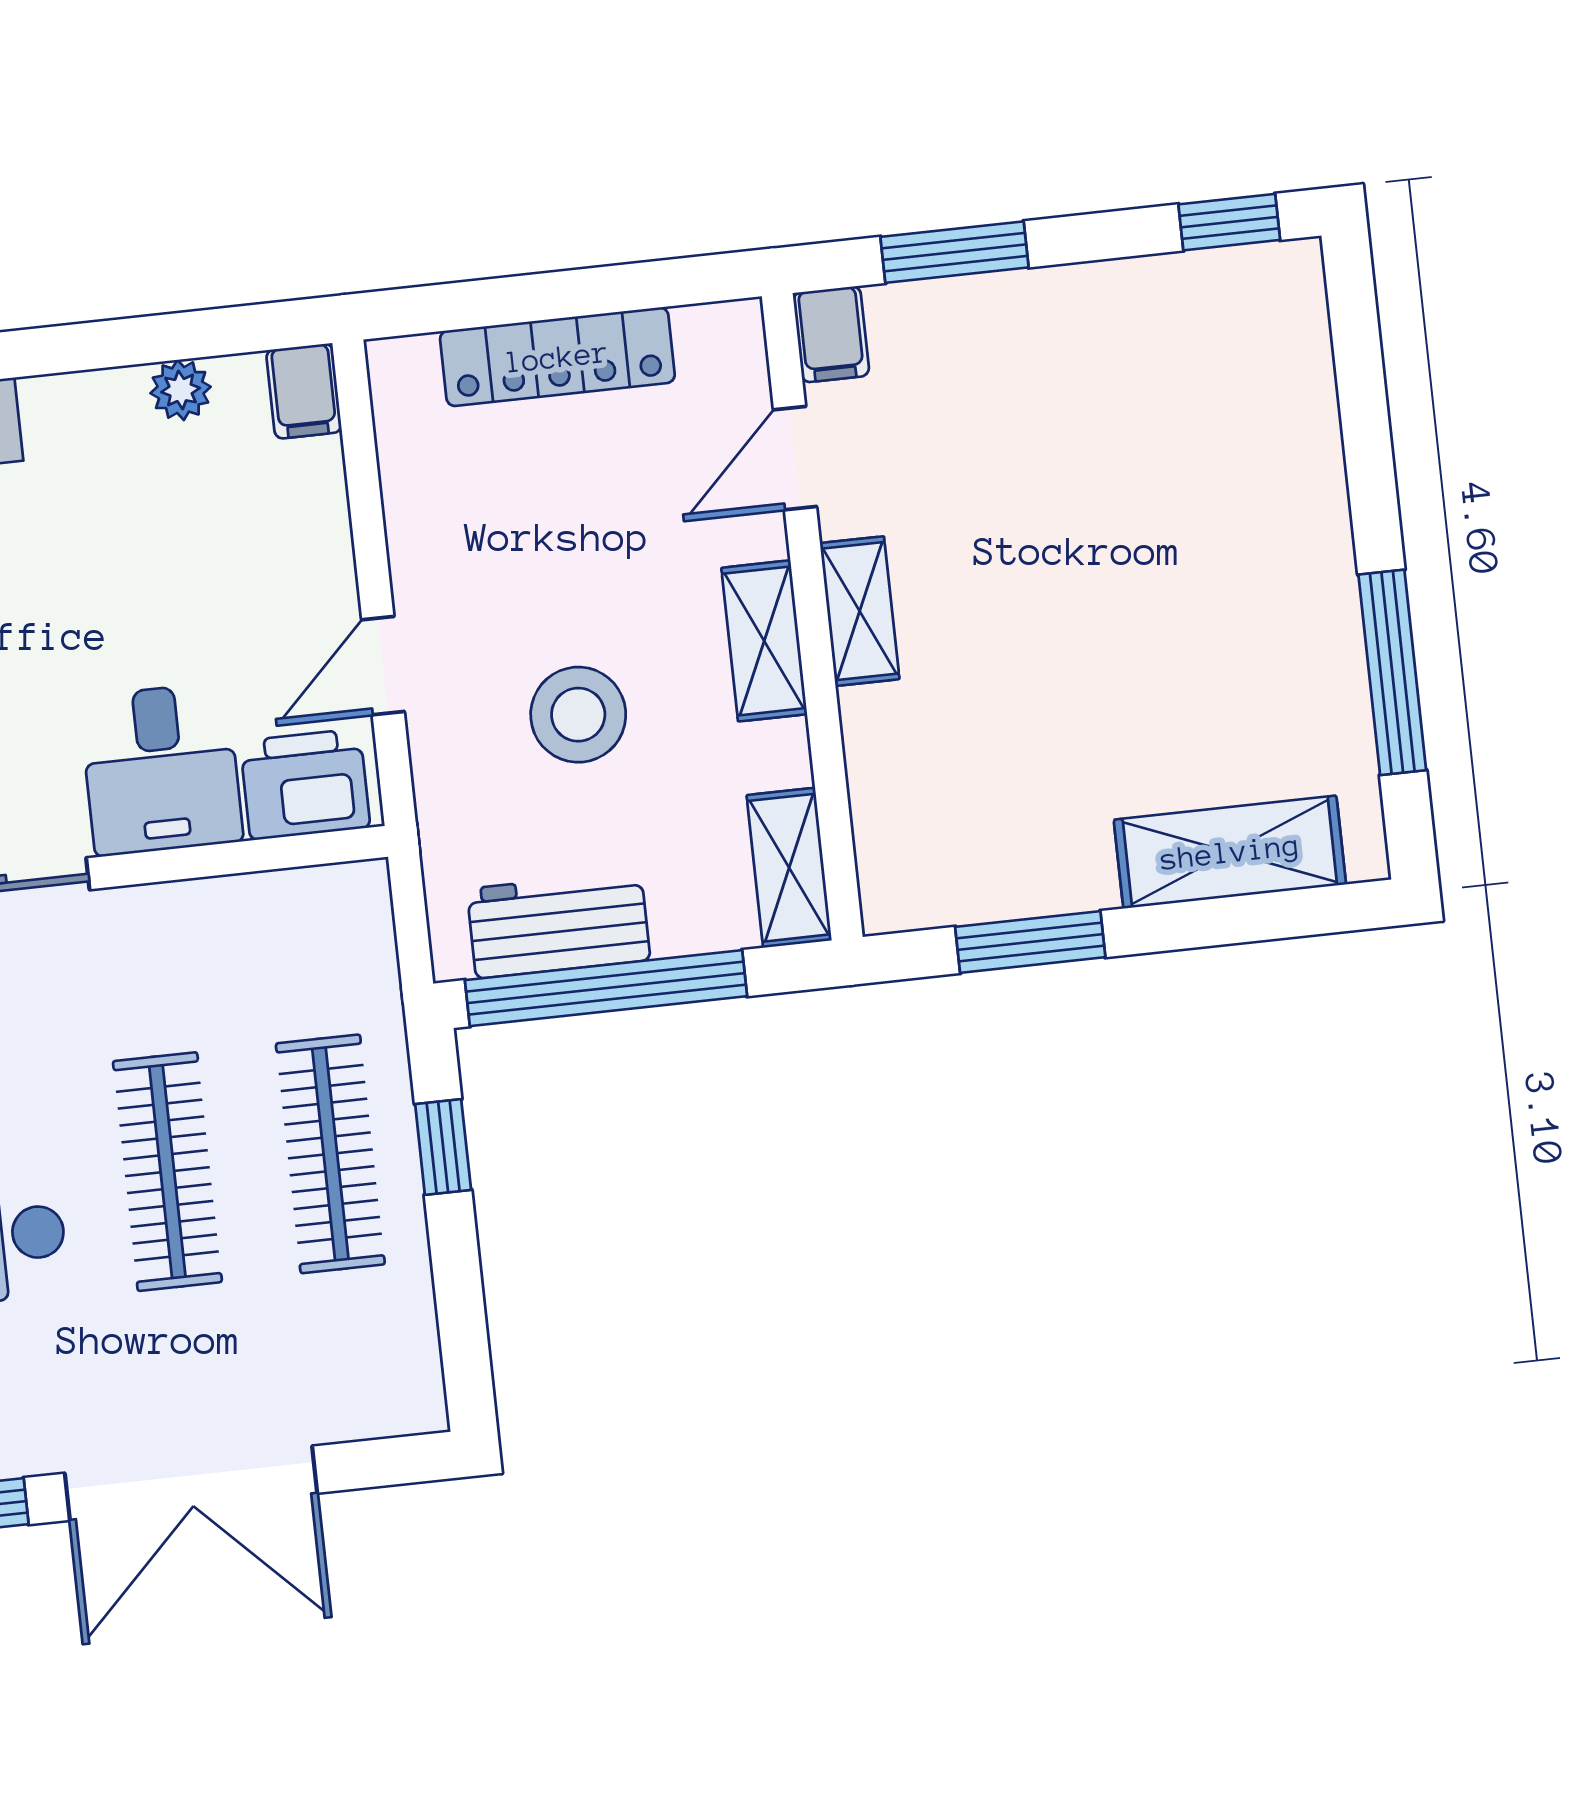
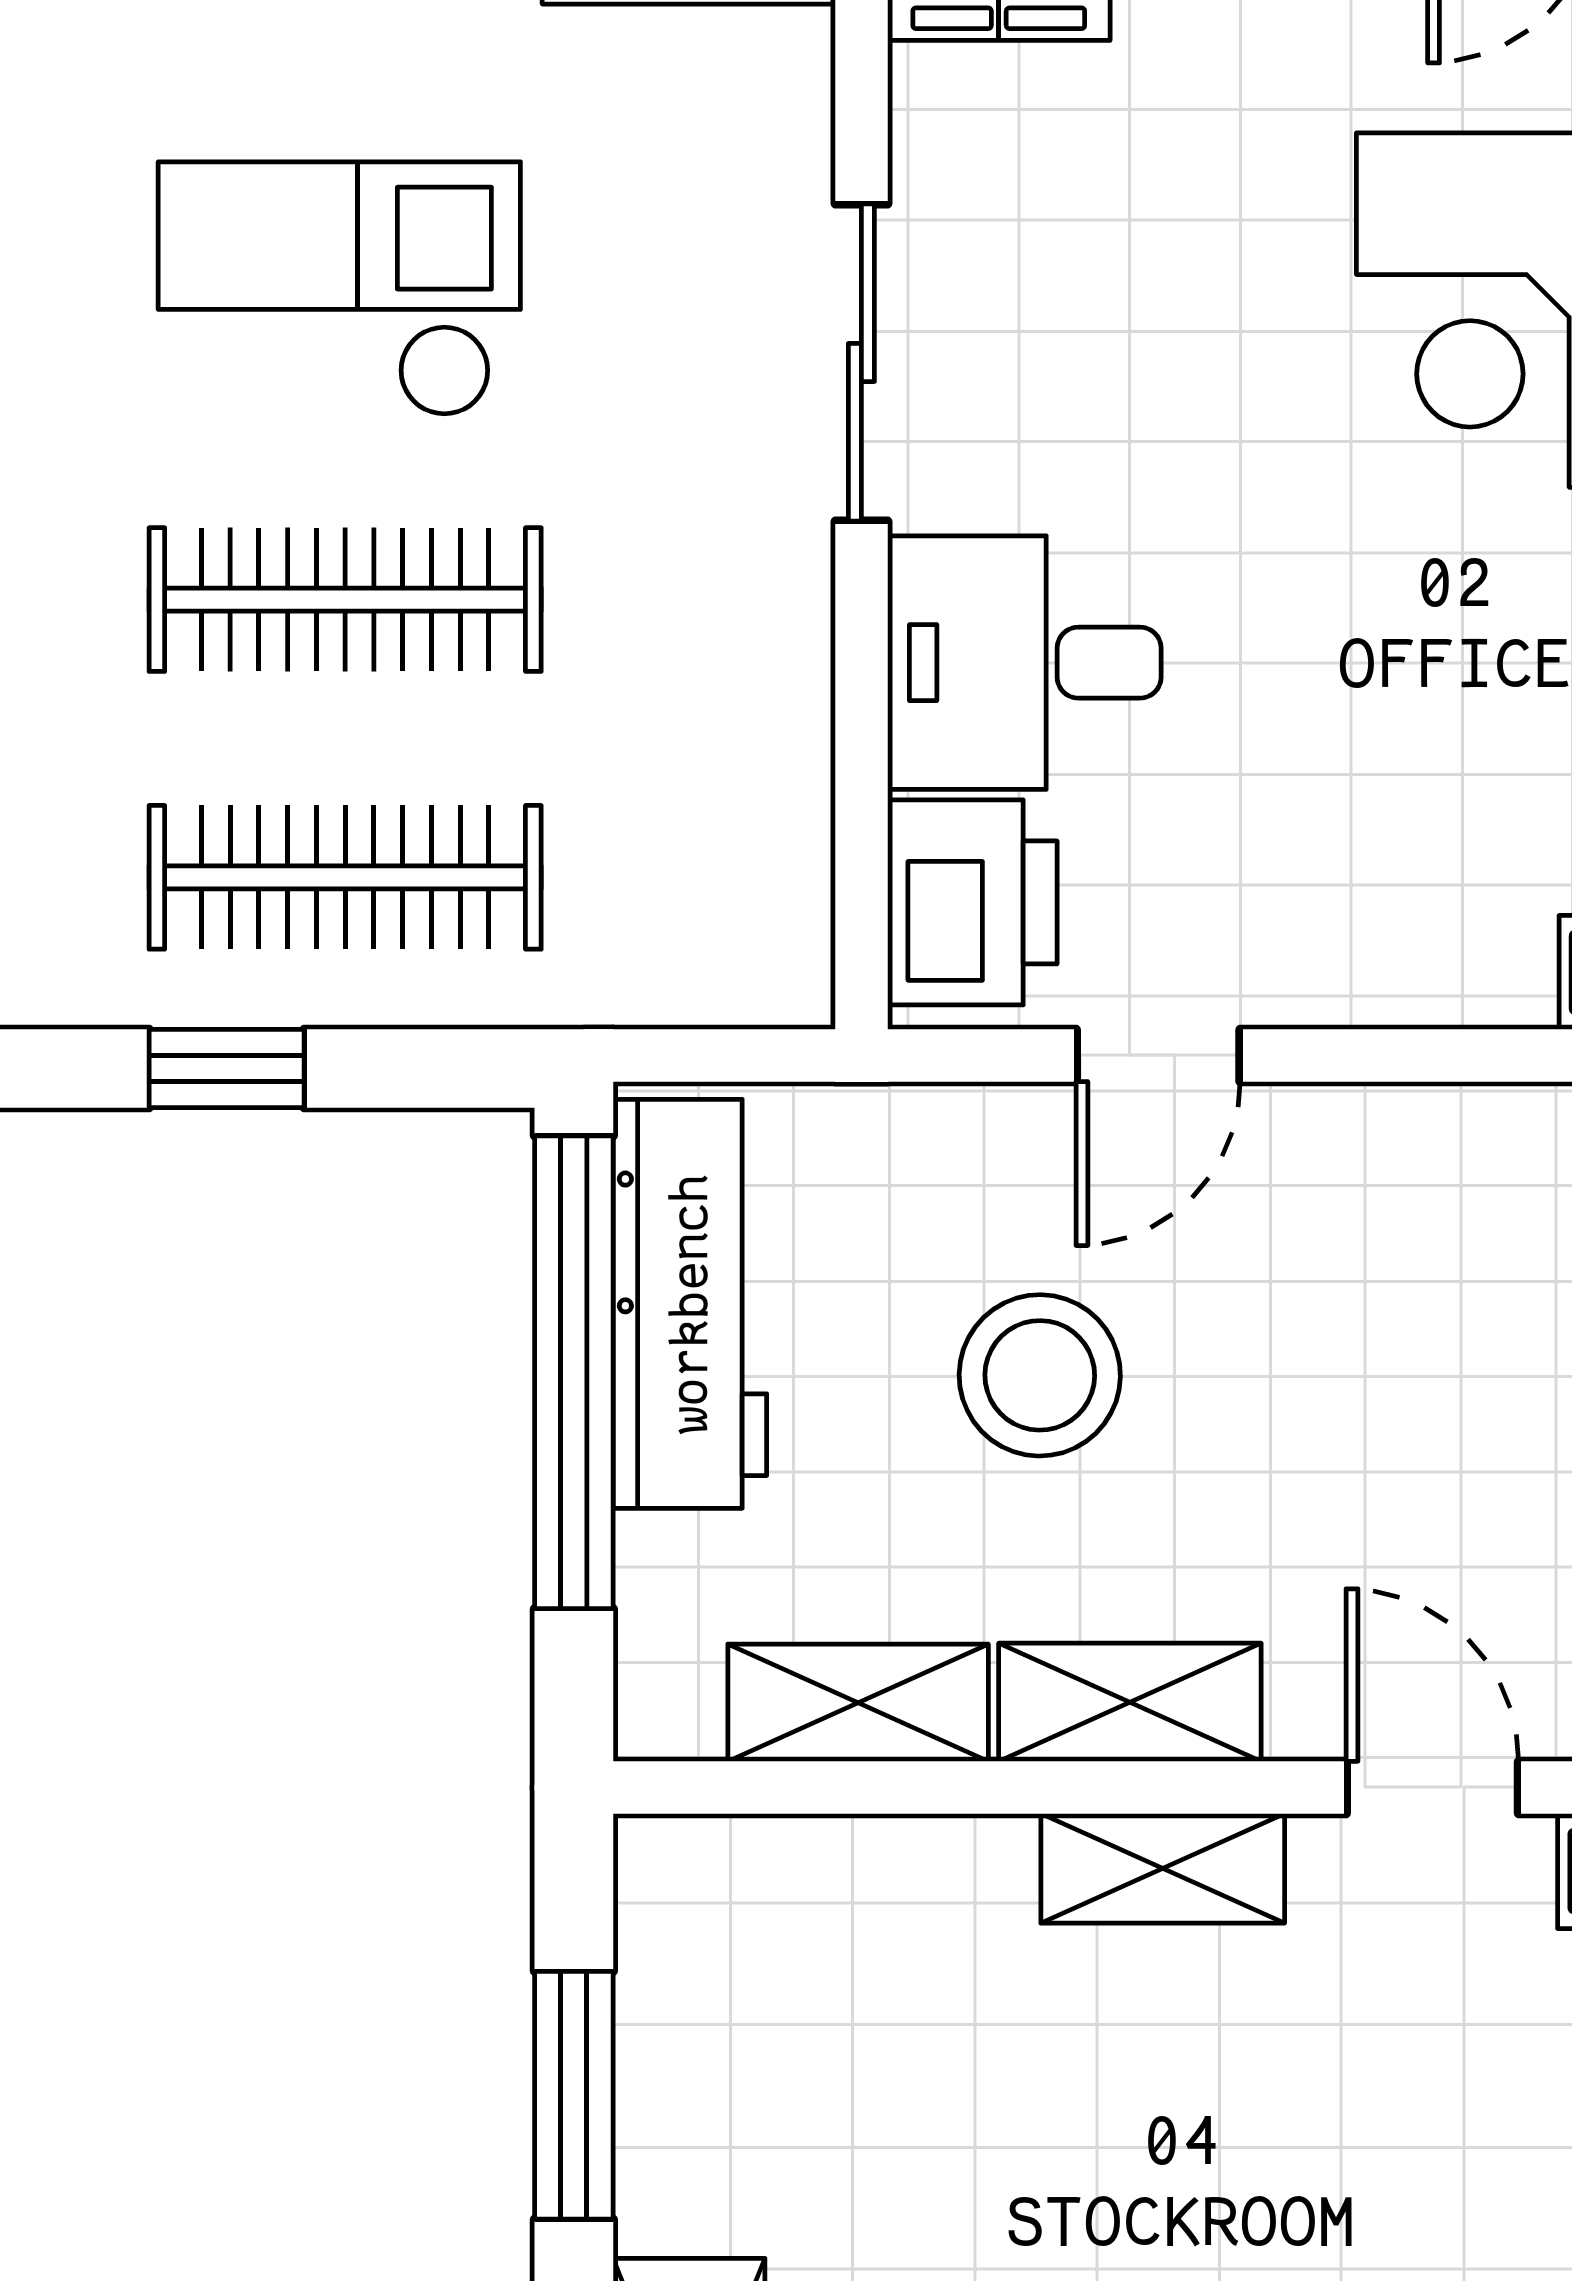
door: (383, 666) -> (1158, 1055), swing flipped
shelving: (789, 868) -> (858, 1703), moved
workbench: (559, 924) -> (690, 1304), width x1.38
window: (443, 1147) -> (227, 1069), moved

